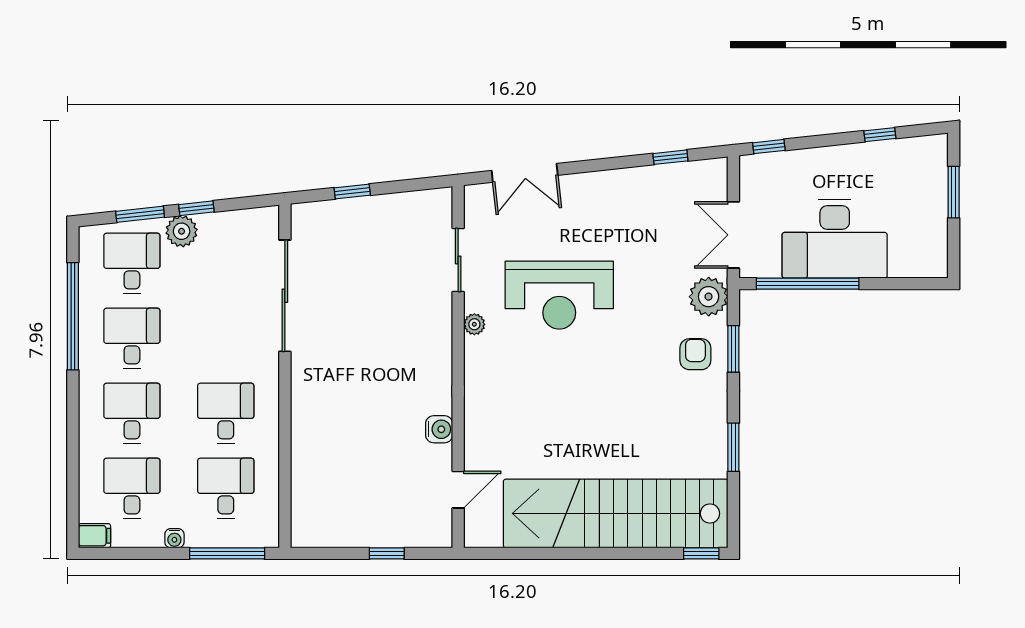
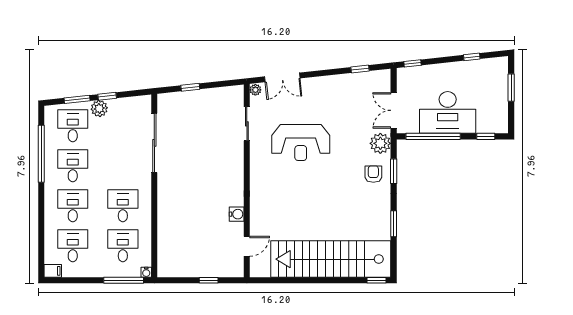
window: (906, 284) -> (486, 136), added
plant: (474, 324) -> (255, 90), moved
water cooler: (174, 538) -> (146, 272), moved

